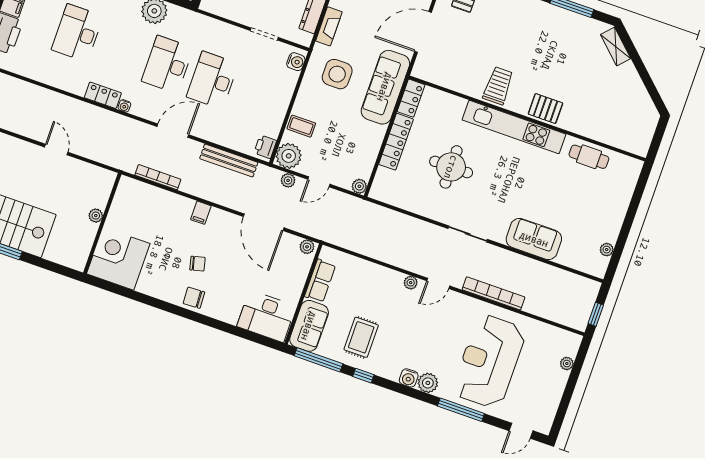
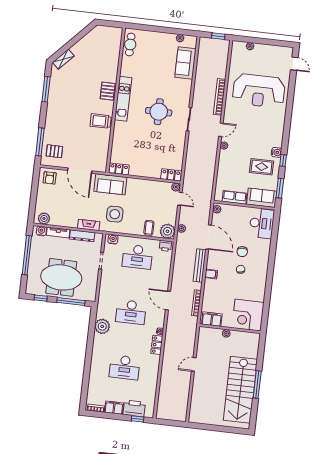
desk: (212, 80) -> (137, 257), moved
sofa: (385, 87) -> (110, 184), width x0.73
kitchen unit: (514, 127) -> (123, 99), width x0.73
locker: (396, 142) -> (171, 175), moved, width x0.66
cafe table: (589, 157) -> (130, 44), moved
bench: (229, 161) -> (200, 265), moved
round table: (451, 167) -> (159, 112), moved
door: (319, 182) -> (180, 199), moved
filing cabinet: (125, 197) -> (212, 319), added
door: (264, 222) -> (208, 237), hinge flipped
sofa: (534, 239) -> (185, 63), moved
door: (438, 283) -> (221, 130), hinge flipped
chair: (194, 298) -> (242, 252), moved
window: (318, 360) -> (280, 188), width x0.69
water cooler: (409, 378) -> (277, 152), moved
plant: (428, 383) -> (279, 123), removed
window: (461, 410) -> (290, 101), removed

